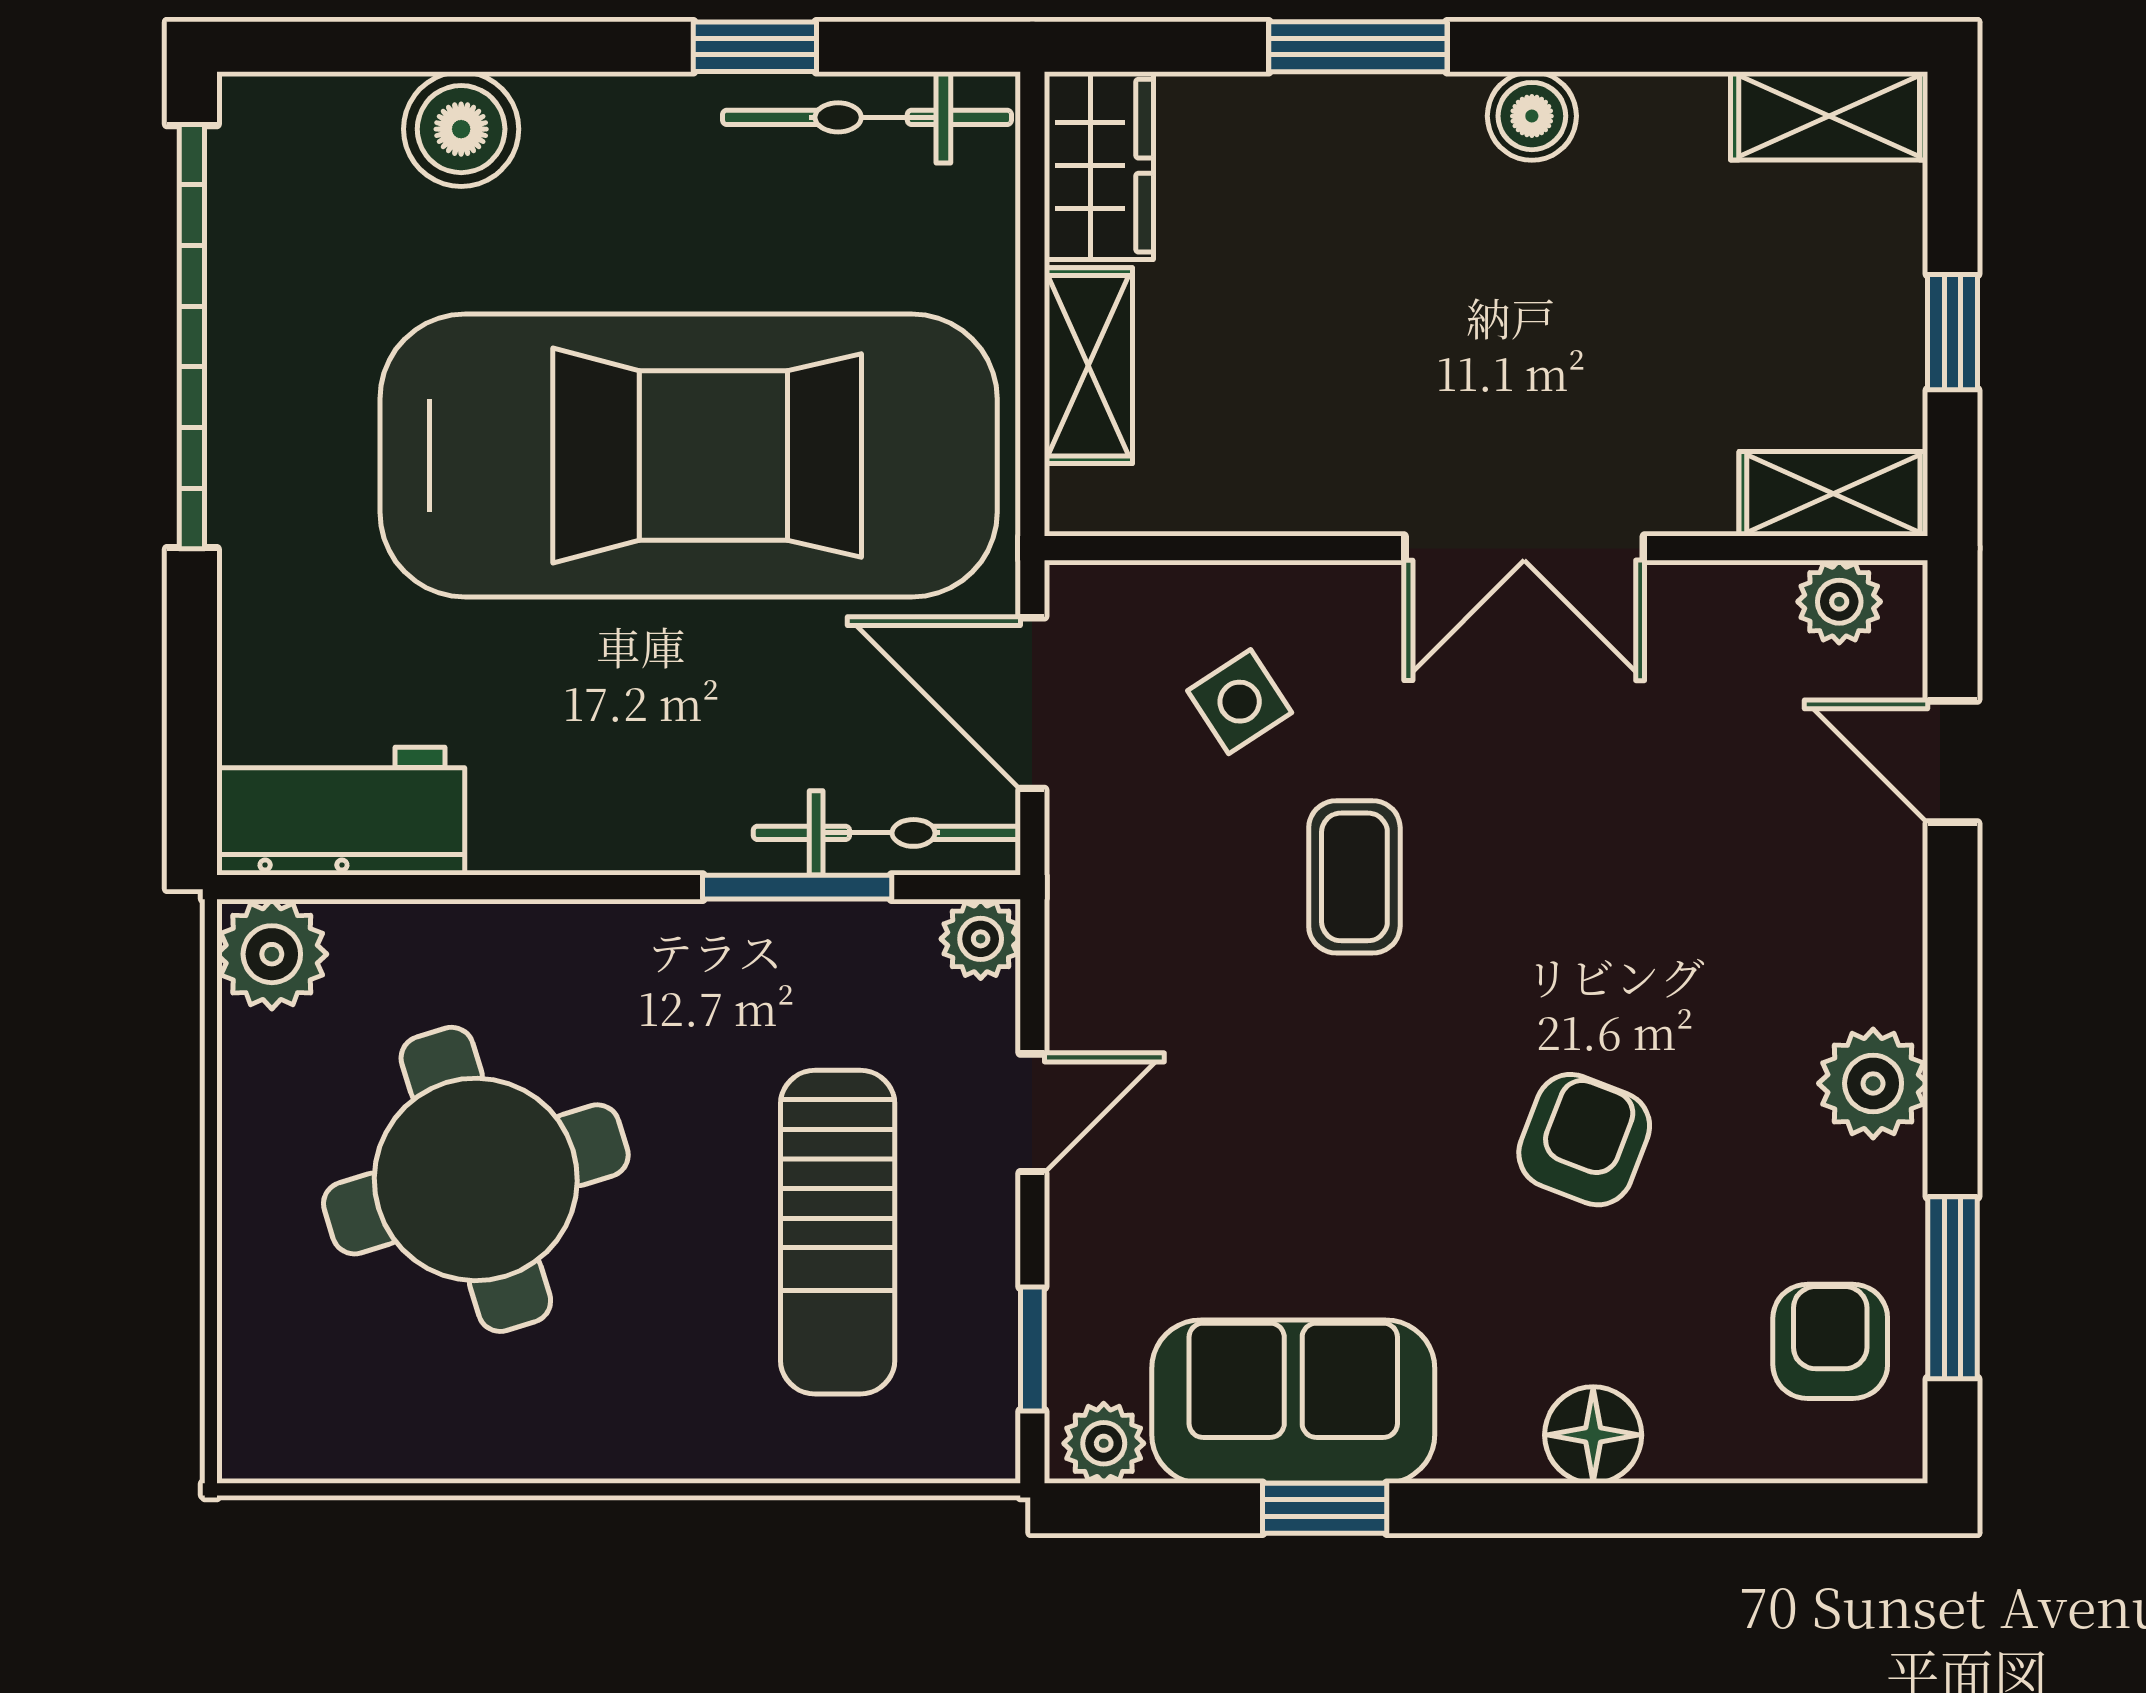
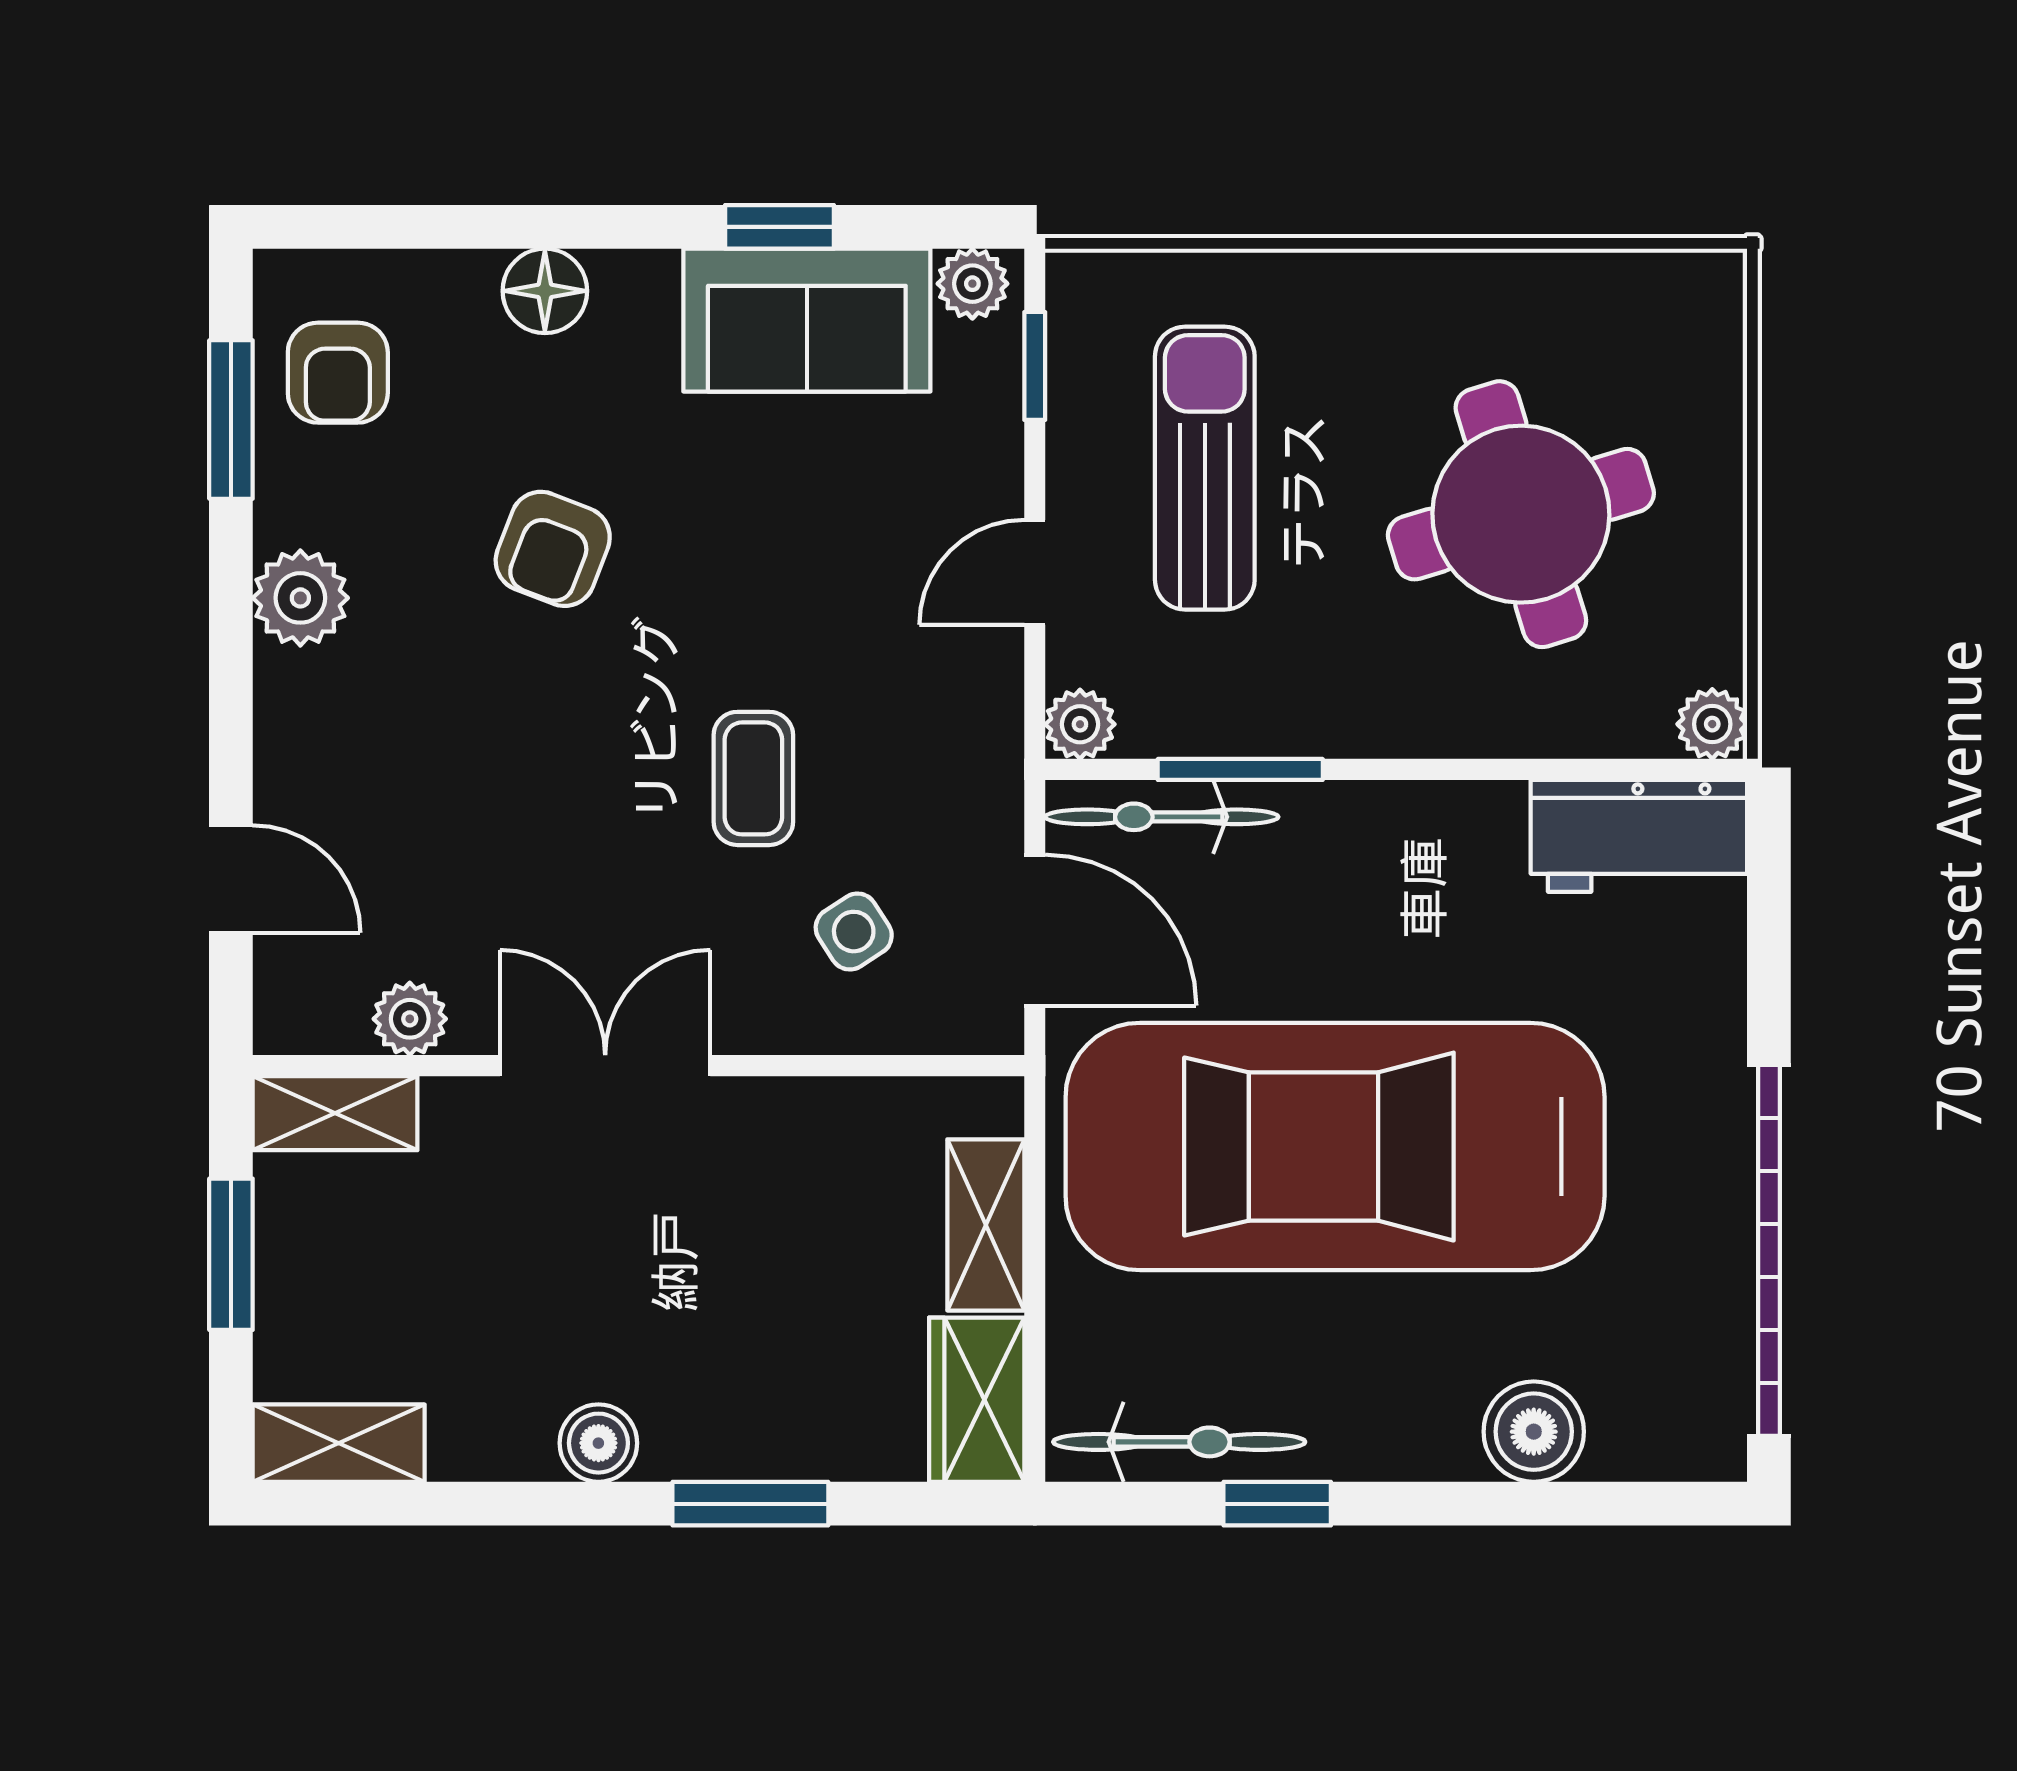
window: (1953, 332) -> (231, 1254), width x1.50
plant: (1839, 602) -> (410, 1019), moved
plant: (272, 954) -> (1712, 724), width x0.73, depth x0.73

